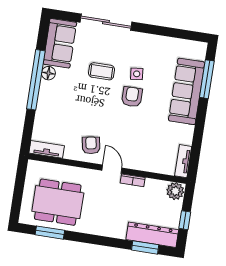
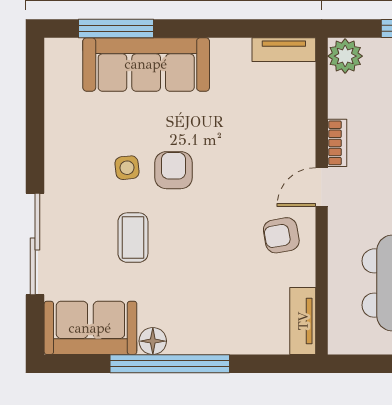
armchair: (132, 97) -> (174, 170), turned 90

